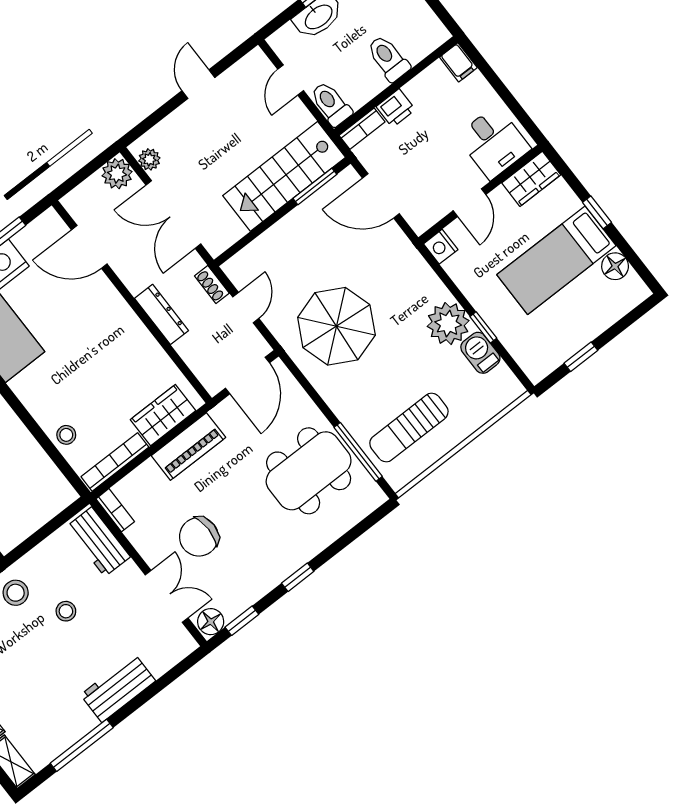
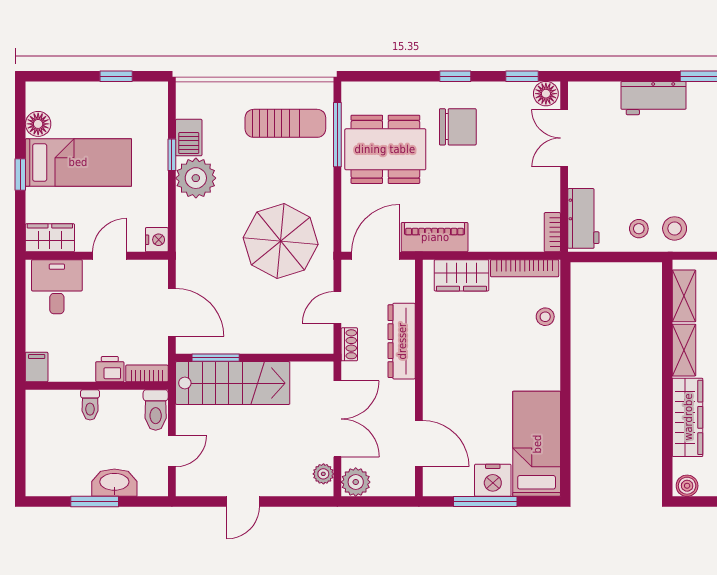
toilet: (388, 58) -> (90, 405), width x0.73, depth x0.72
dresser: (162, 314) -> (402, 341), width x1.37, depth x1.24
piano: (188, 447) -> (435, 237), moved
chair: (199, 537) -> (458, 127), moved
stool: (66, 611) -> (639, 229), moved

